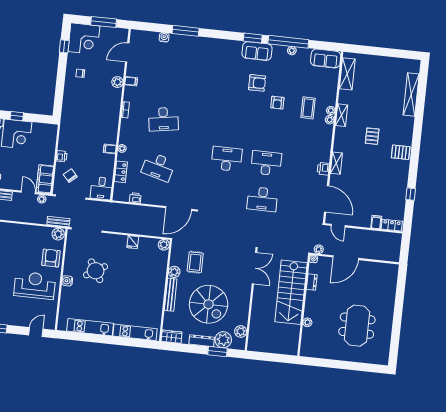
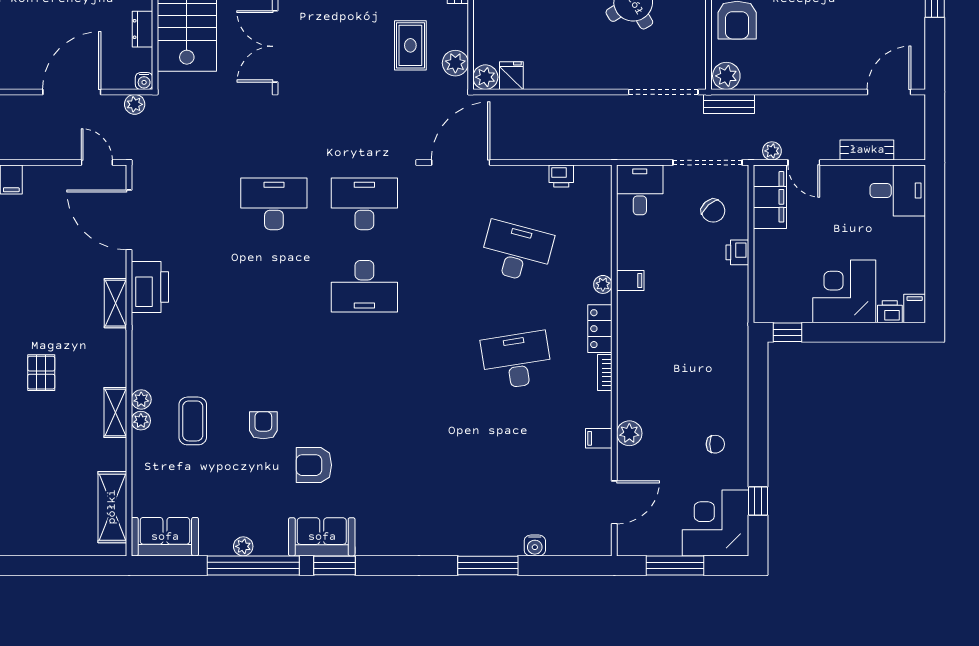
window: (17, 116) -> (787, 332), moved
desk: (266, 163) -> (364, 204), moved, turned 180
printer: (323, 169) -> (150, 287), width x1.87, depth x1.48
locker: (121, 172) -> (600, 329), moved
fridge: (133, 242) -> (511, 76), moved
plant: (174, 272) -> (455, 63), moved

